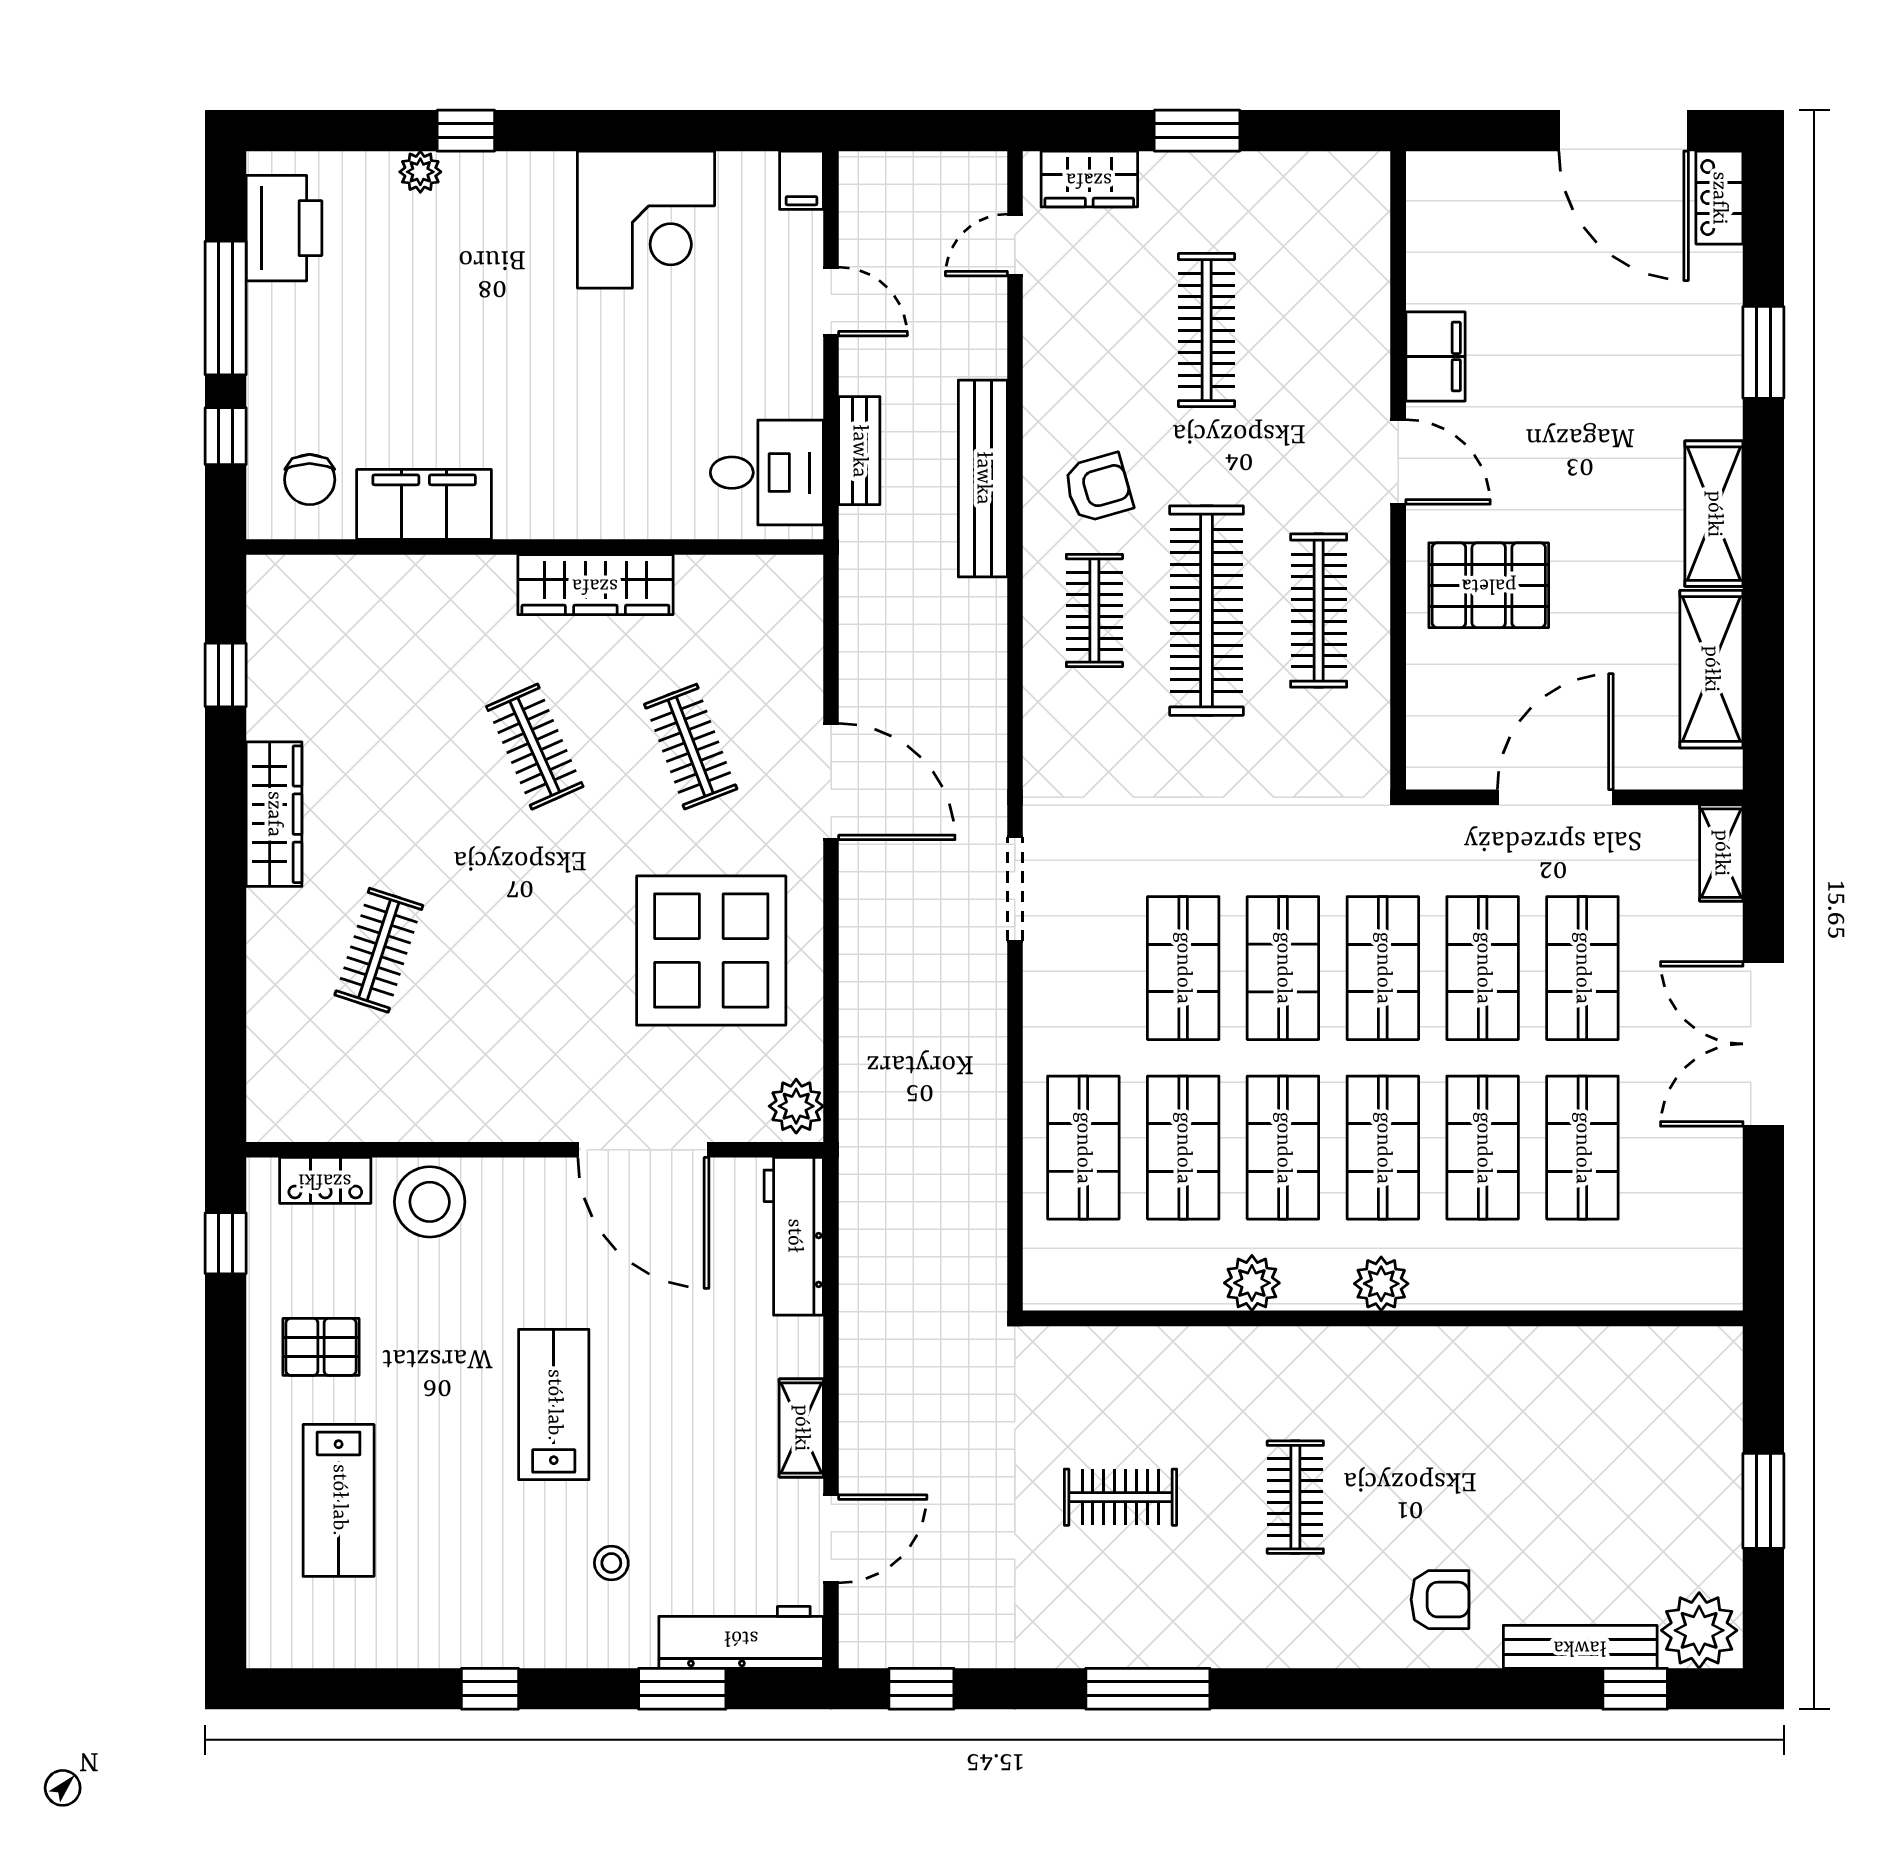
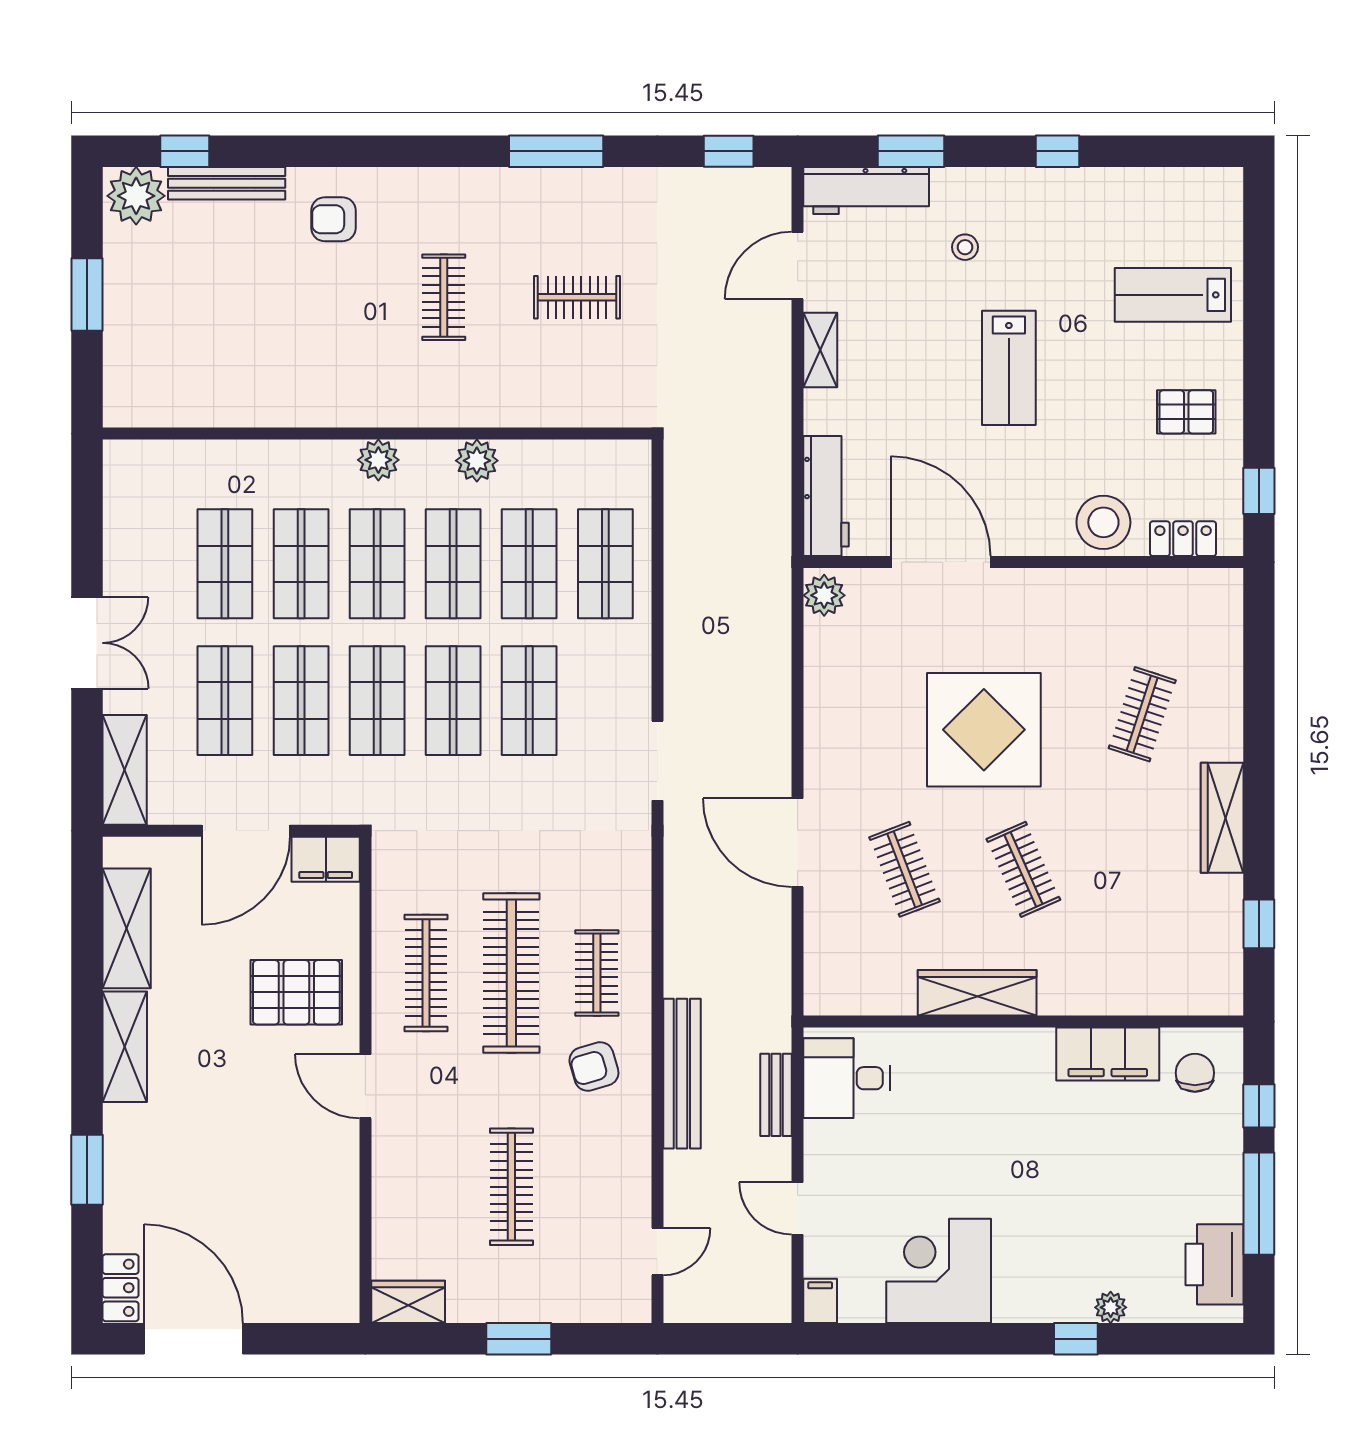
wardrobe: (1089, 179) -> (408, 1302), moved
filing cabinet: (1436, 357) -> (326, 859), moved, turned -90
shelving: (1721, 853) -> (125, 770), width x1.50, depth x1.33
display table: (711, 951) -> (984, 730), moved
double door: (1763, 1044) -> (87, 643), width x0.73
lab bench: (339, 1500) -> (1173, 295), turned -90

